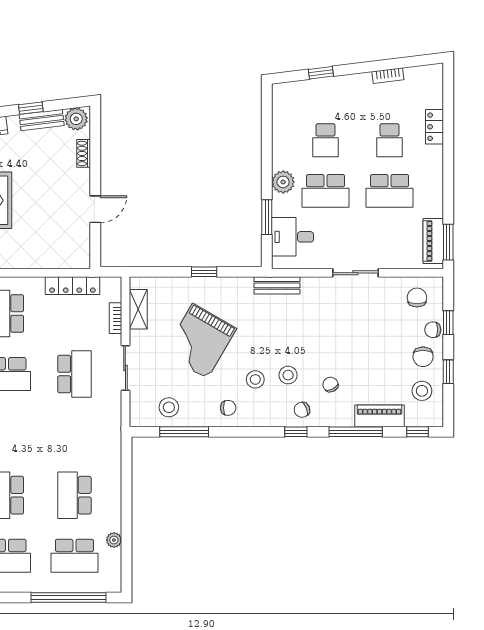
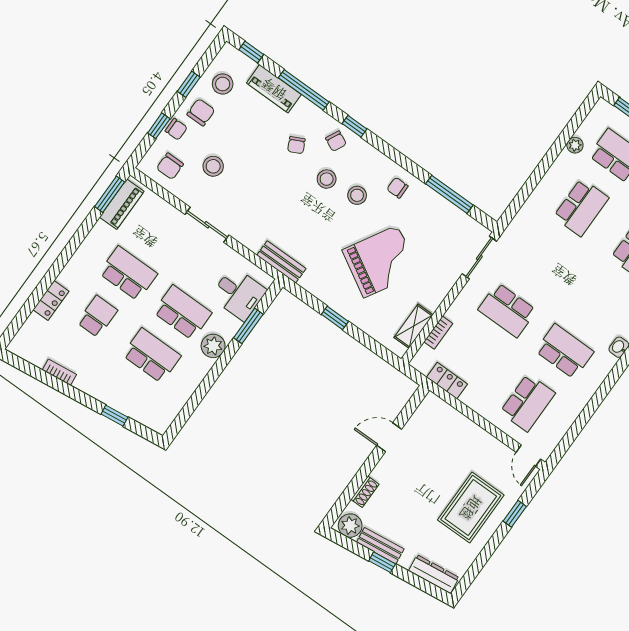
school desk: (325, 140) -> (152, 356), width x1.85
locker: (72, 286) -> (447, 381), width x0.66
sliding door: (125, 368) -> (479, 258), moved
school desk: (74, 374) -> (507, 310), turned -90
stool: (169, 407) -> (213, 166), moved
chair: (302, 410) -> (336, 141), turned 48

